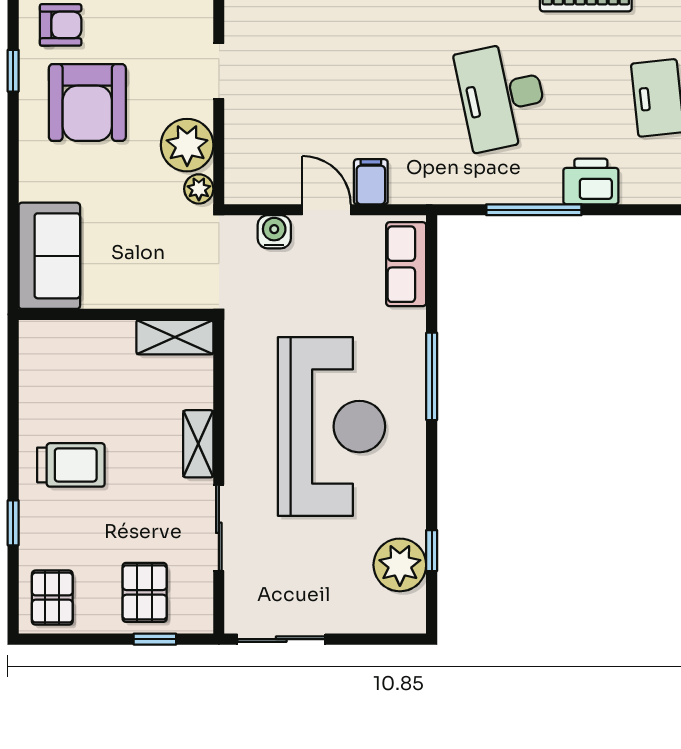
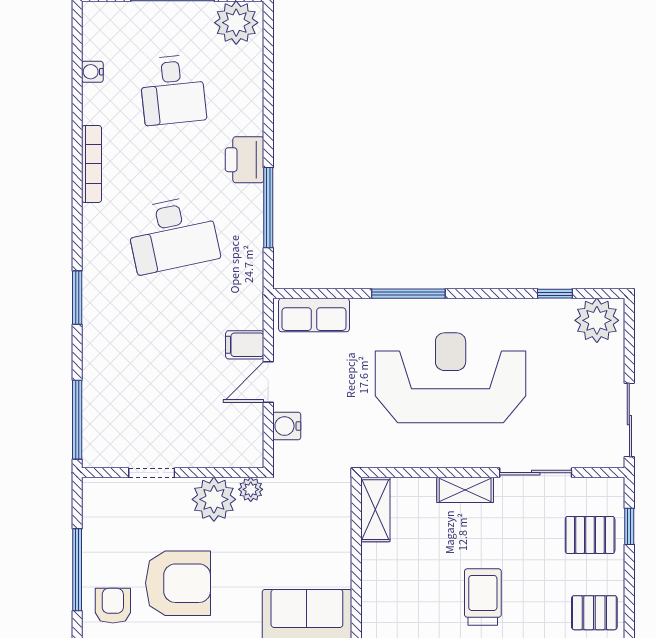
plant: (400, 565) -> (597, 320), moved

